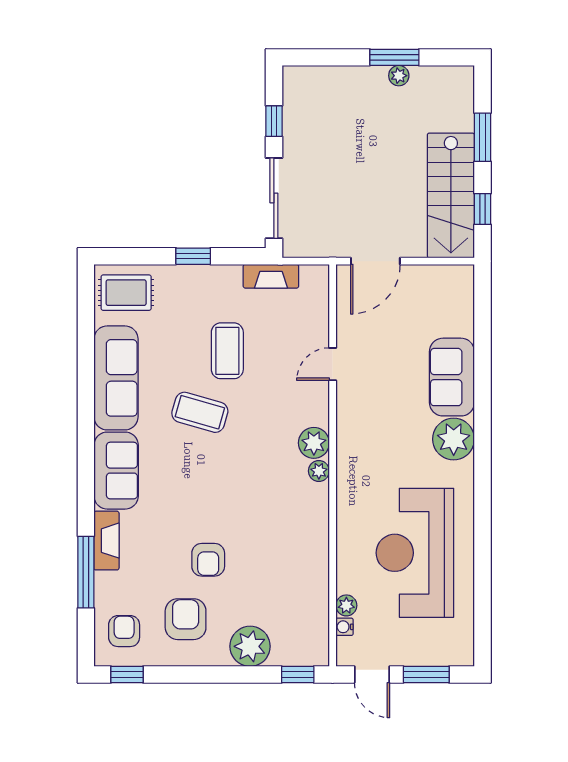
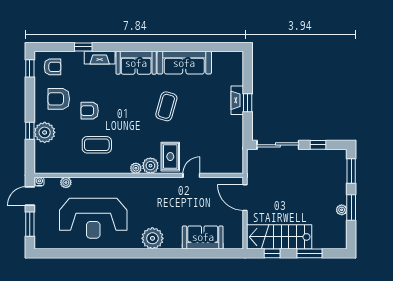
window: (324, 57) -> (351, 171), added
fireplace: (271, 276) -> (237, 100), moved
rug: (126, 293) -> (170, 157), moved
coffee table: (227, 351) -> (97, 145), moved
door: (333, 364) -> (191, 175), hinge flipped
sofa: (452, 377) -> (203, 237), moved
reception desk: (415, 553) -> (93, 218), turned 180
window: (86, 572) -> (83, 47), width x0.46
armchair: (186, 619) -> (59, 99), turned 180
water cooler: (344, 627) -> (39, 182), moved
window: (298, 674) -> (30, 131), moved

